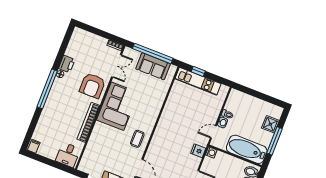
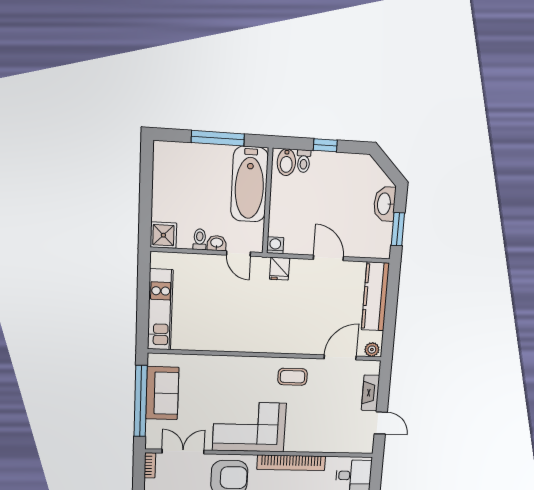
window: (198, 71) -> (143, 315), removed
shower: (270, 124) -> (163, 235), moved

